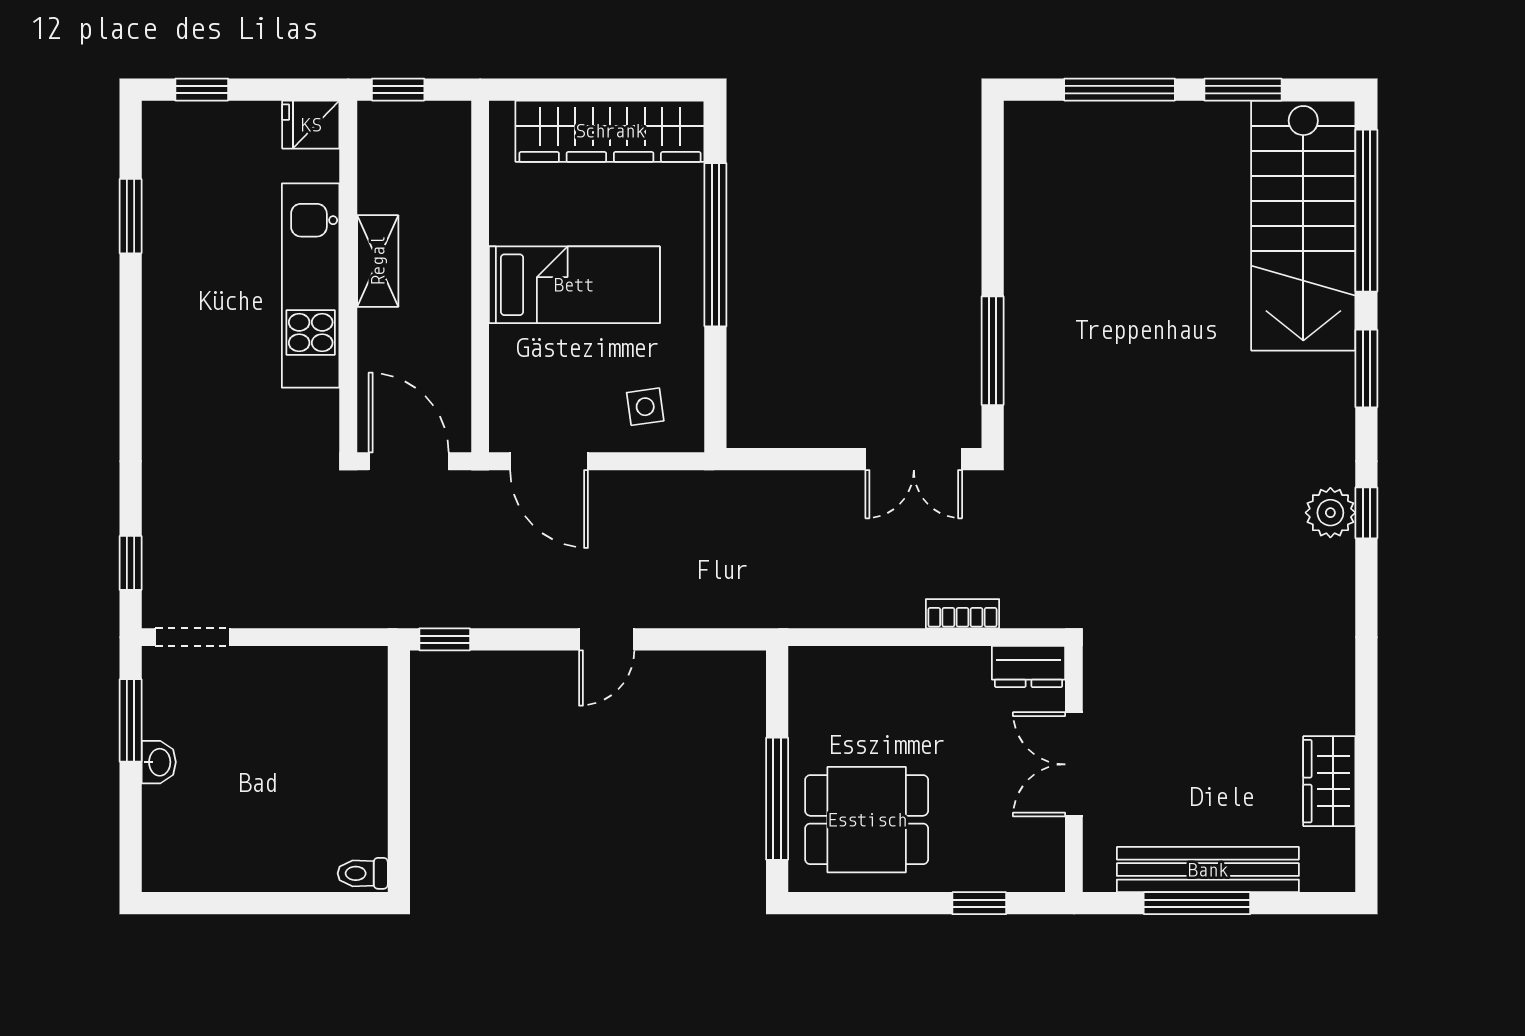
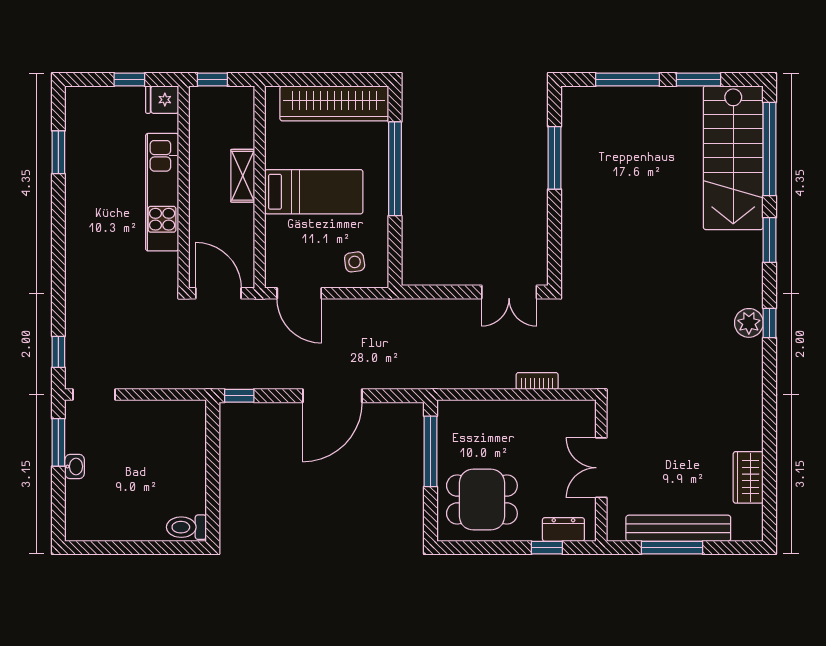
window: (202, 90) -> (129, 79), moved
shelving: (378, 261) -> (243, 176), moved
window: (993, 351) -> (554, 158), moved
door: (607, 639) -> (332, 396), width x1.88
dresser: (1029, 667) -> (563, 529), moved, turned 180
window: (777, 799) -> (430, 451), moved
toilet: (363, 873) -> (186, 527), width x1.37, depth x1.39

